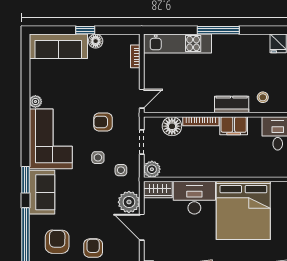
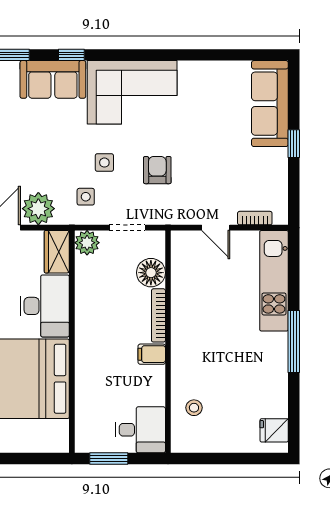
floor lamp: (96, 41) -> (278, 159), removed
door: (142, 99) -> (216, 228), moved
plant: (35, 101) -> (188, 70), removed
kitchen counter: (232, 105) -> (183, 361), removed
filing cabinet: (234, 126) -> (152, 354), width x0.50
window: (26, 180) -> (71, 55), width x0.67

